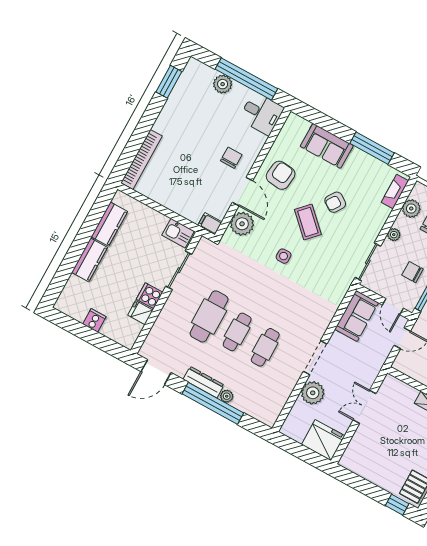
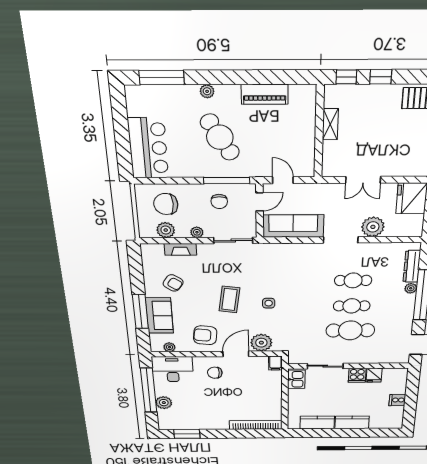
desk: (261, 114) -> (173, 369), width x1.37
plant: (286, 133) -> (169, 347), added
window: (372, 148) -> (140, 312), moved
fireplace: (395, 192) -> (180, 249), moved
armchair: (335, 202) -> (173, 283), moved
coffee table: (308, 222) -> (229, 299), turned -36
sofa: (357, 316) -> (293, 226), width x1.36
dresser: (204, 382) -> (412, 266), moved

